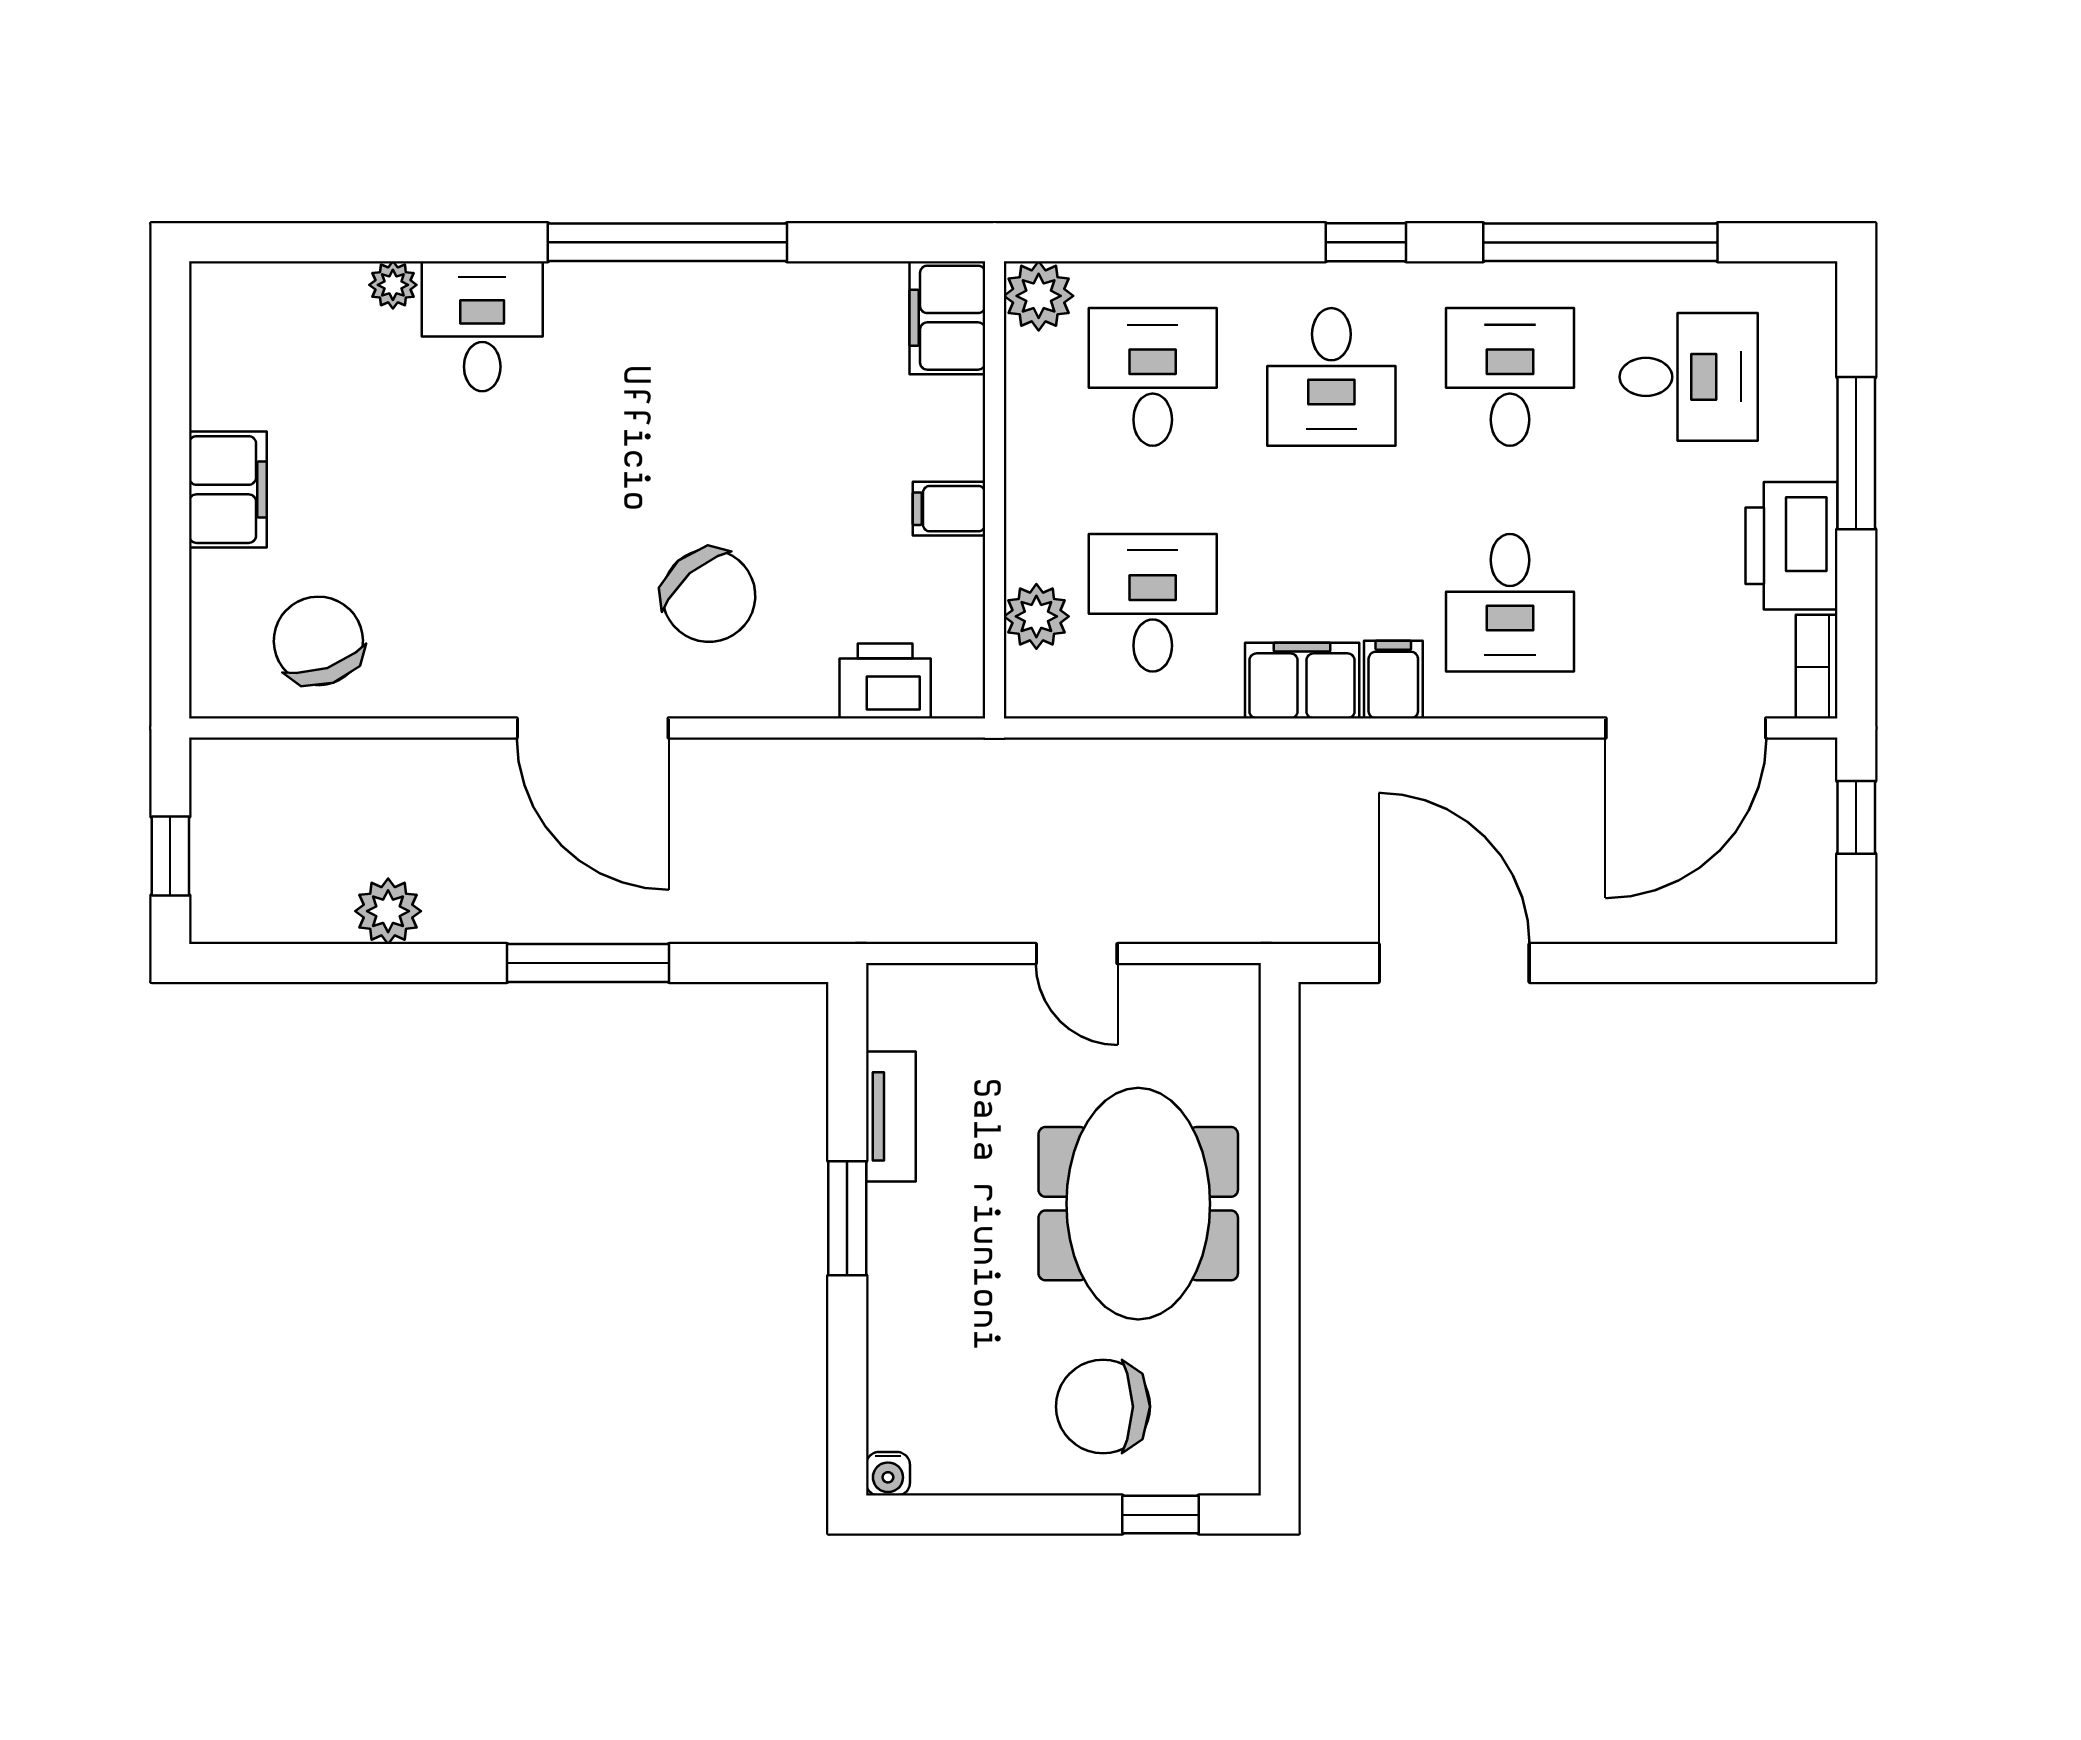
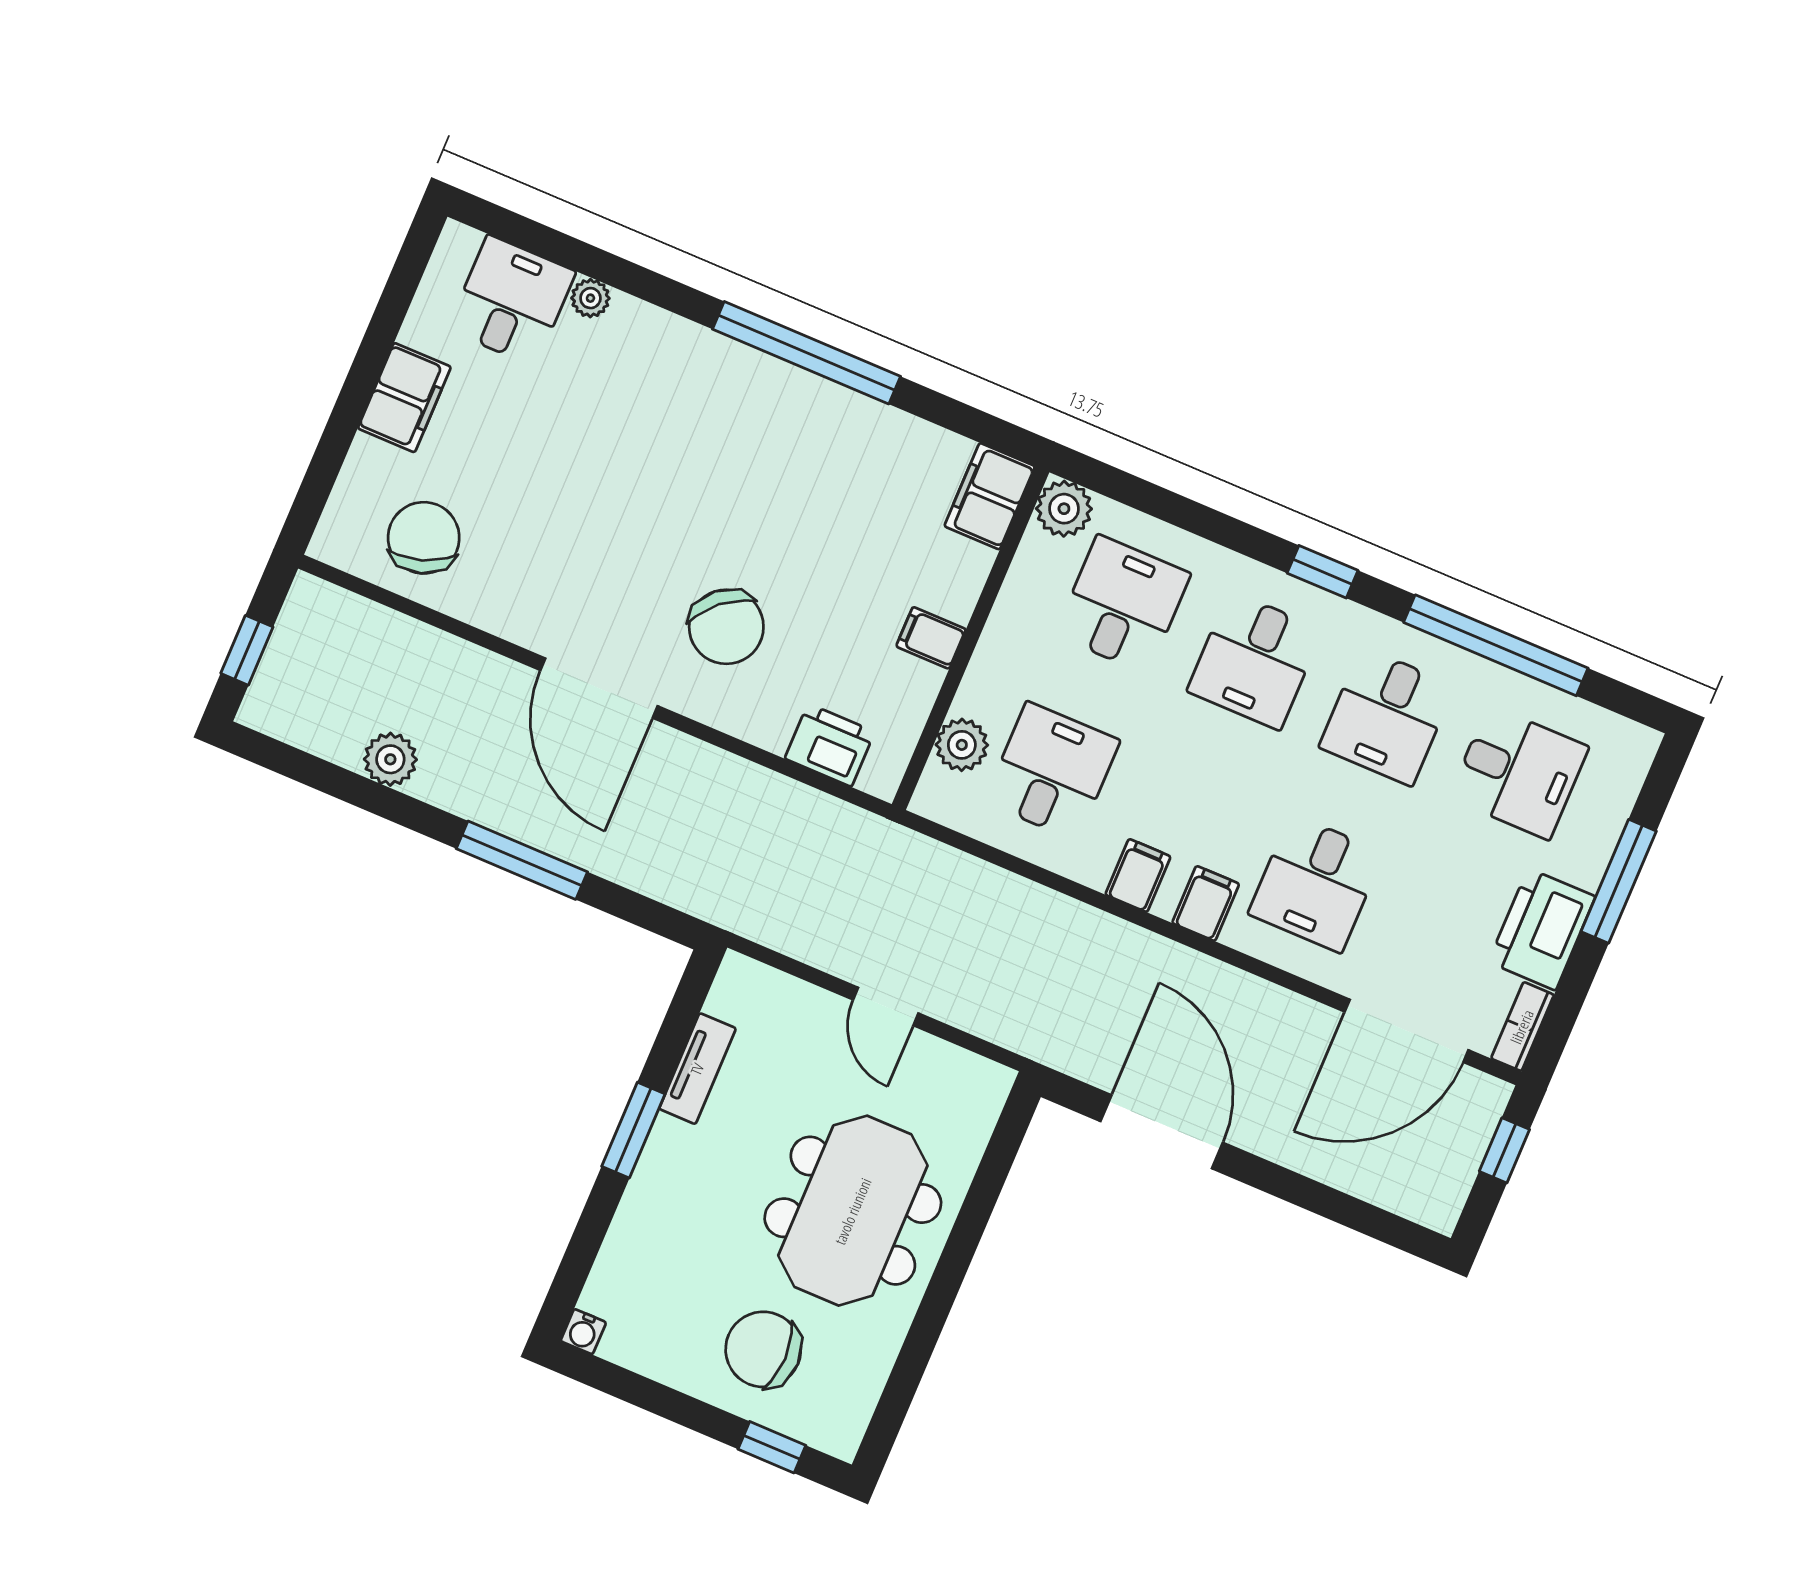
desk: (482, 326) -> (512, 301), moved
desk: (1510, 377) -> (1387, 716), turned 180
filing cabinet: (1302, 681) -> (1138, 876), width x0.50

